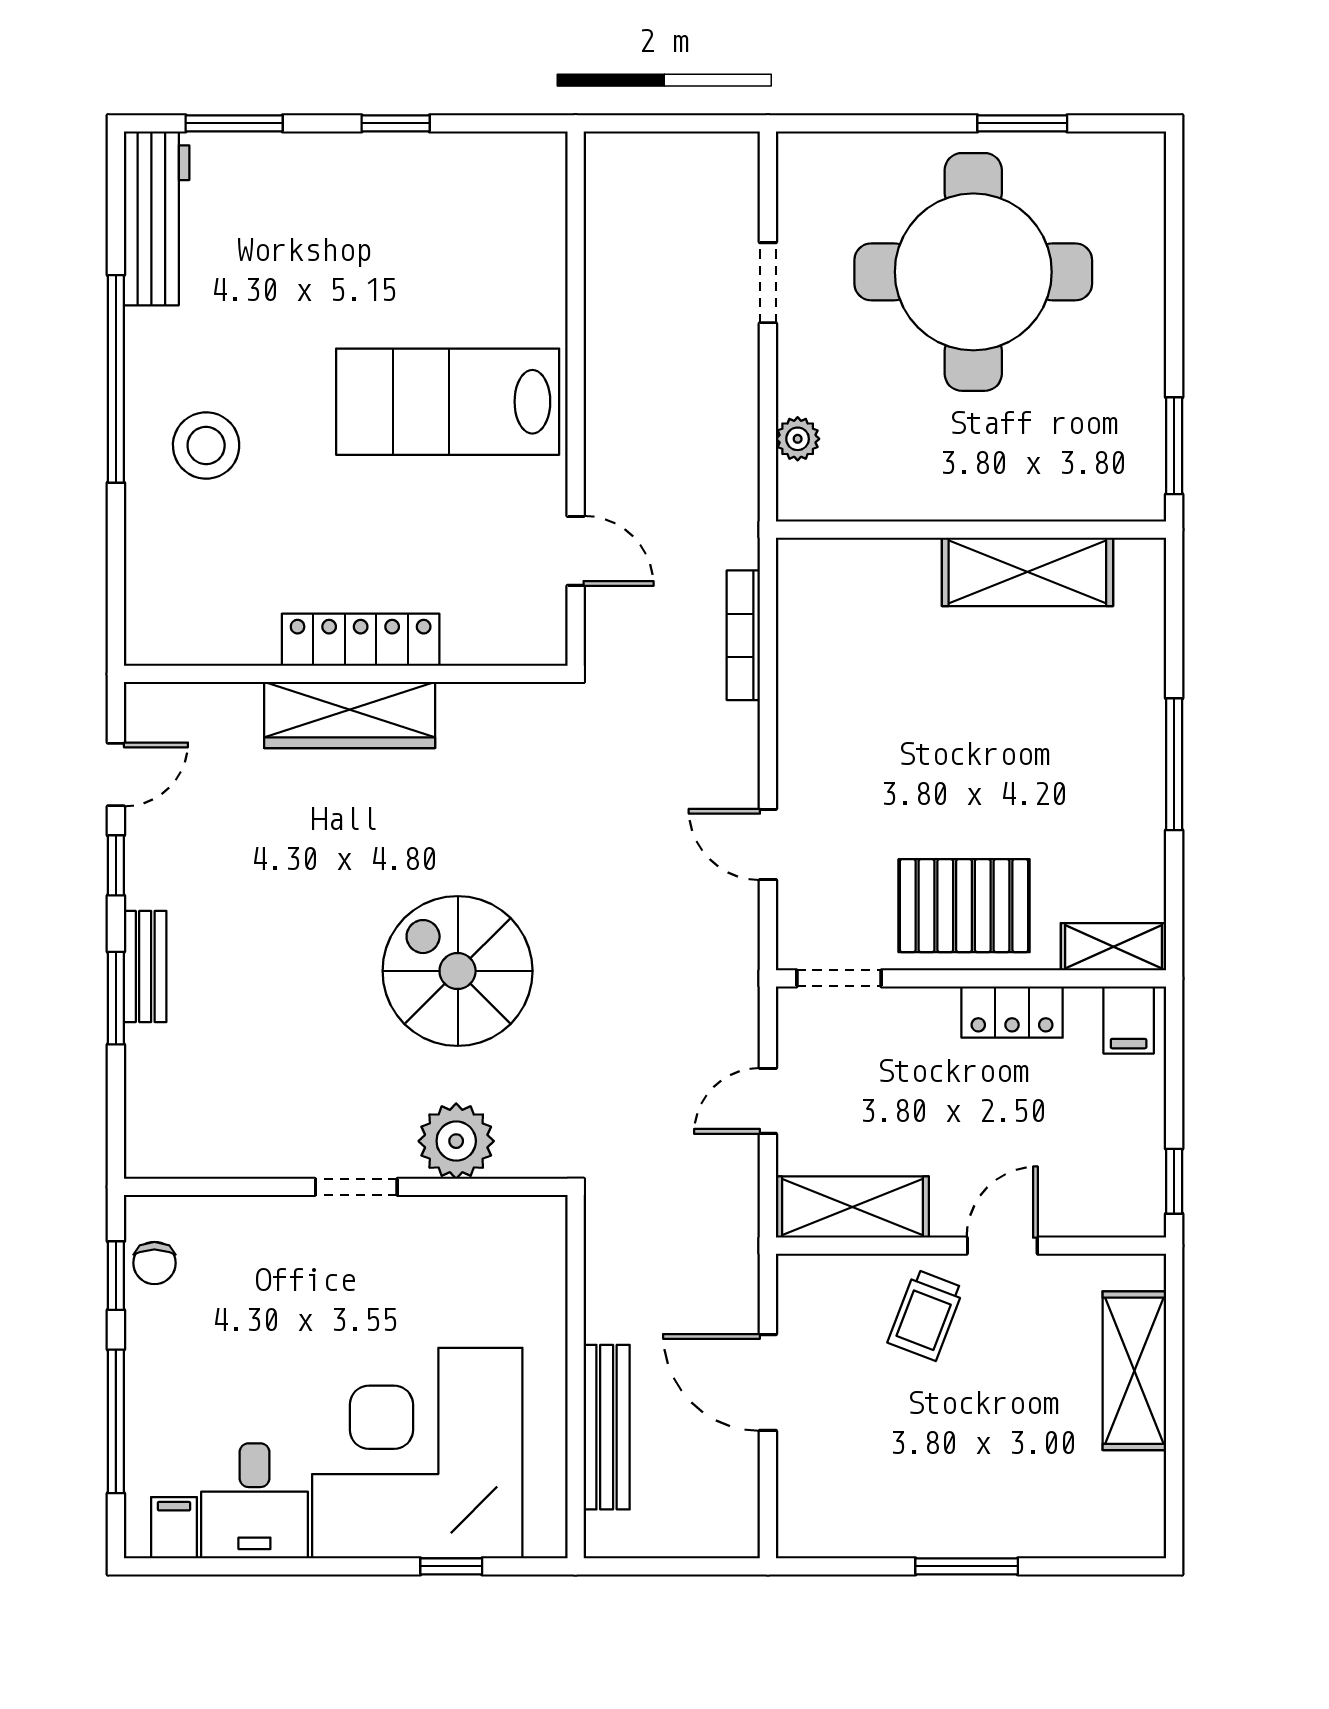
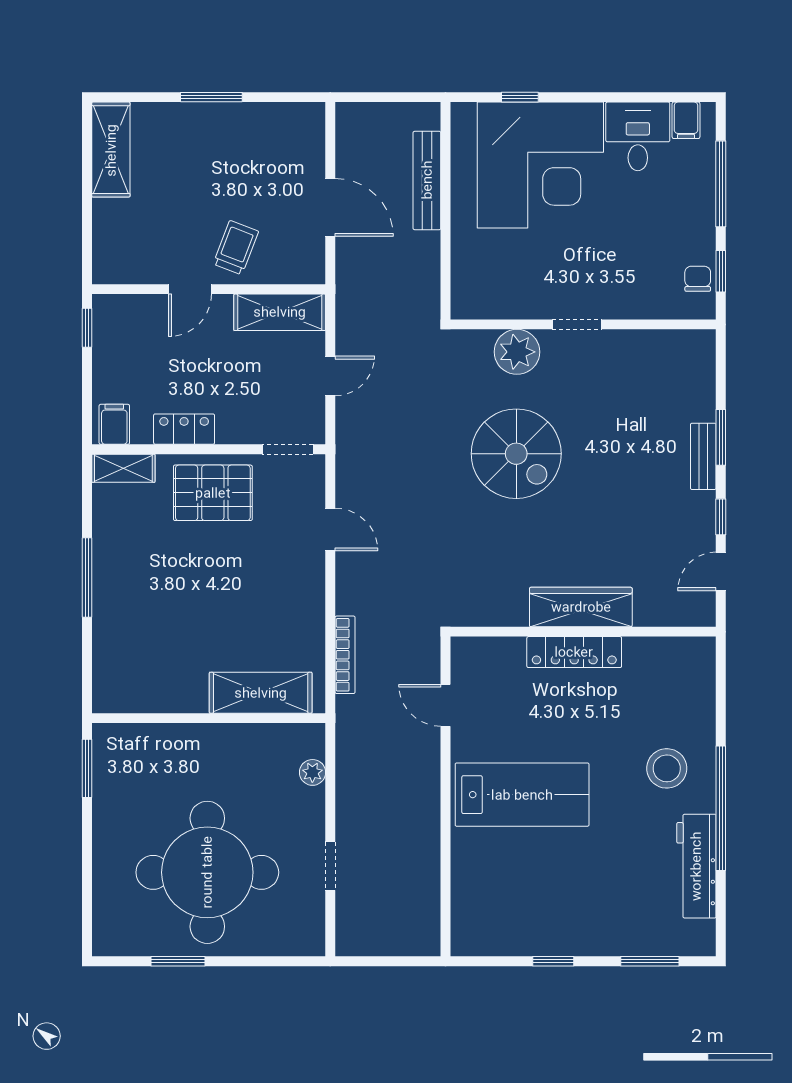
workbench: (157, 218) -> (696, 866), moved
shelving: (1027, 572) -> (261, 693), moved
shelving: (1134, 1371) -> (111, 150), moved

